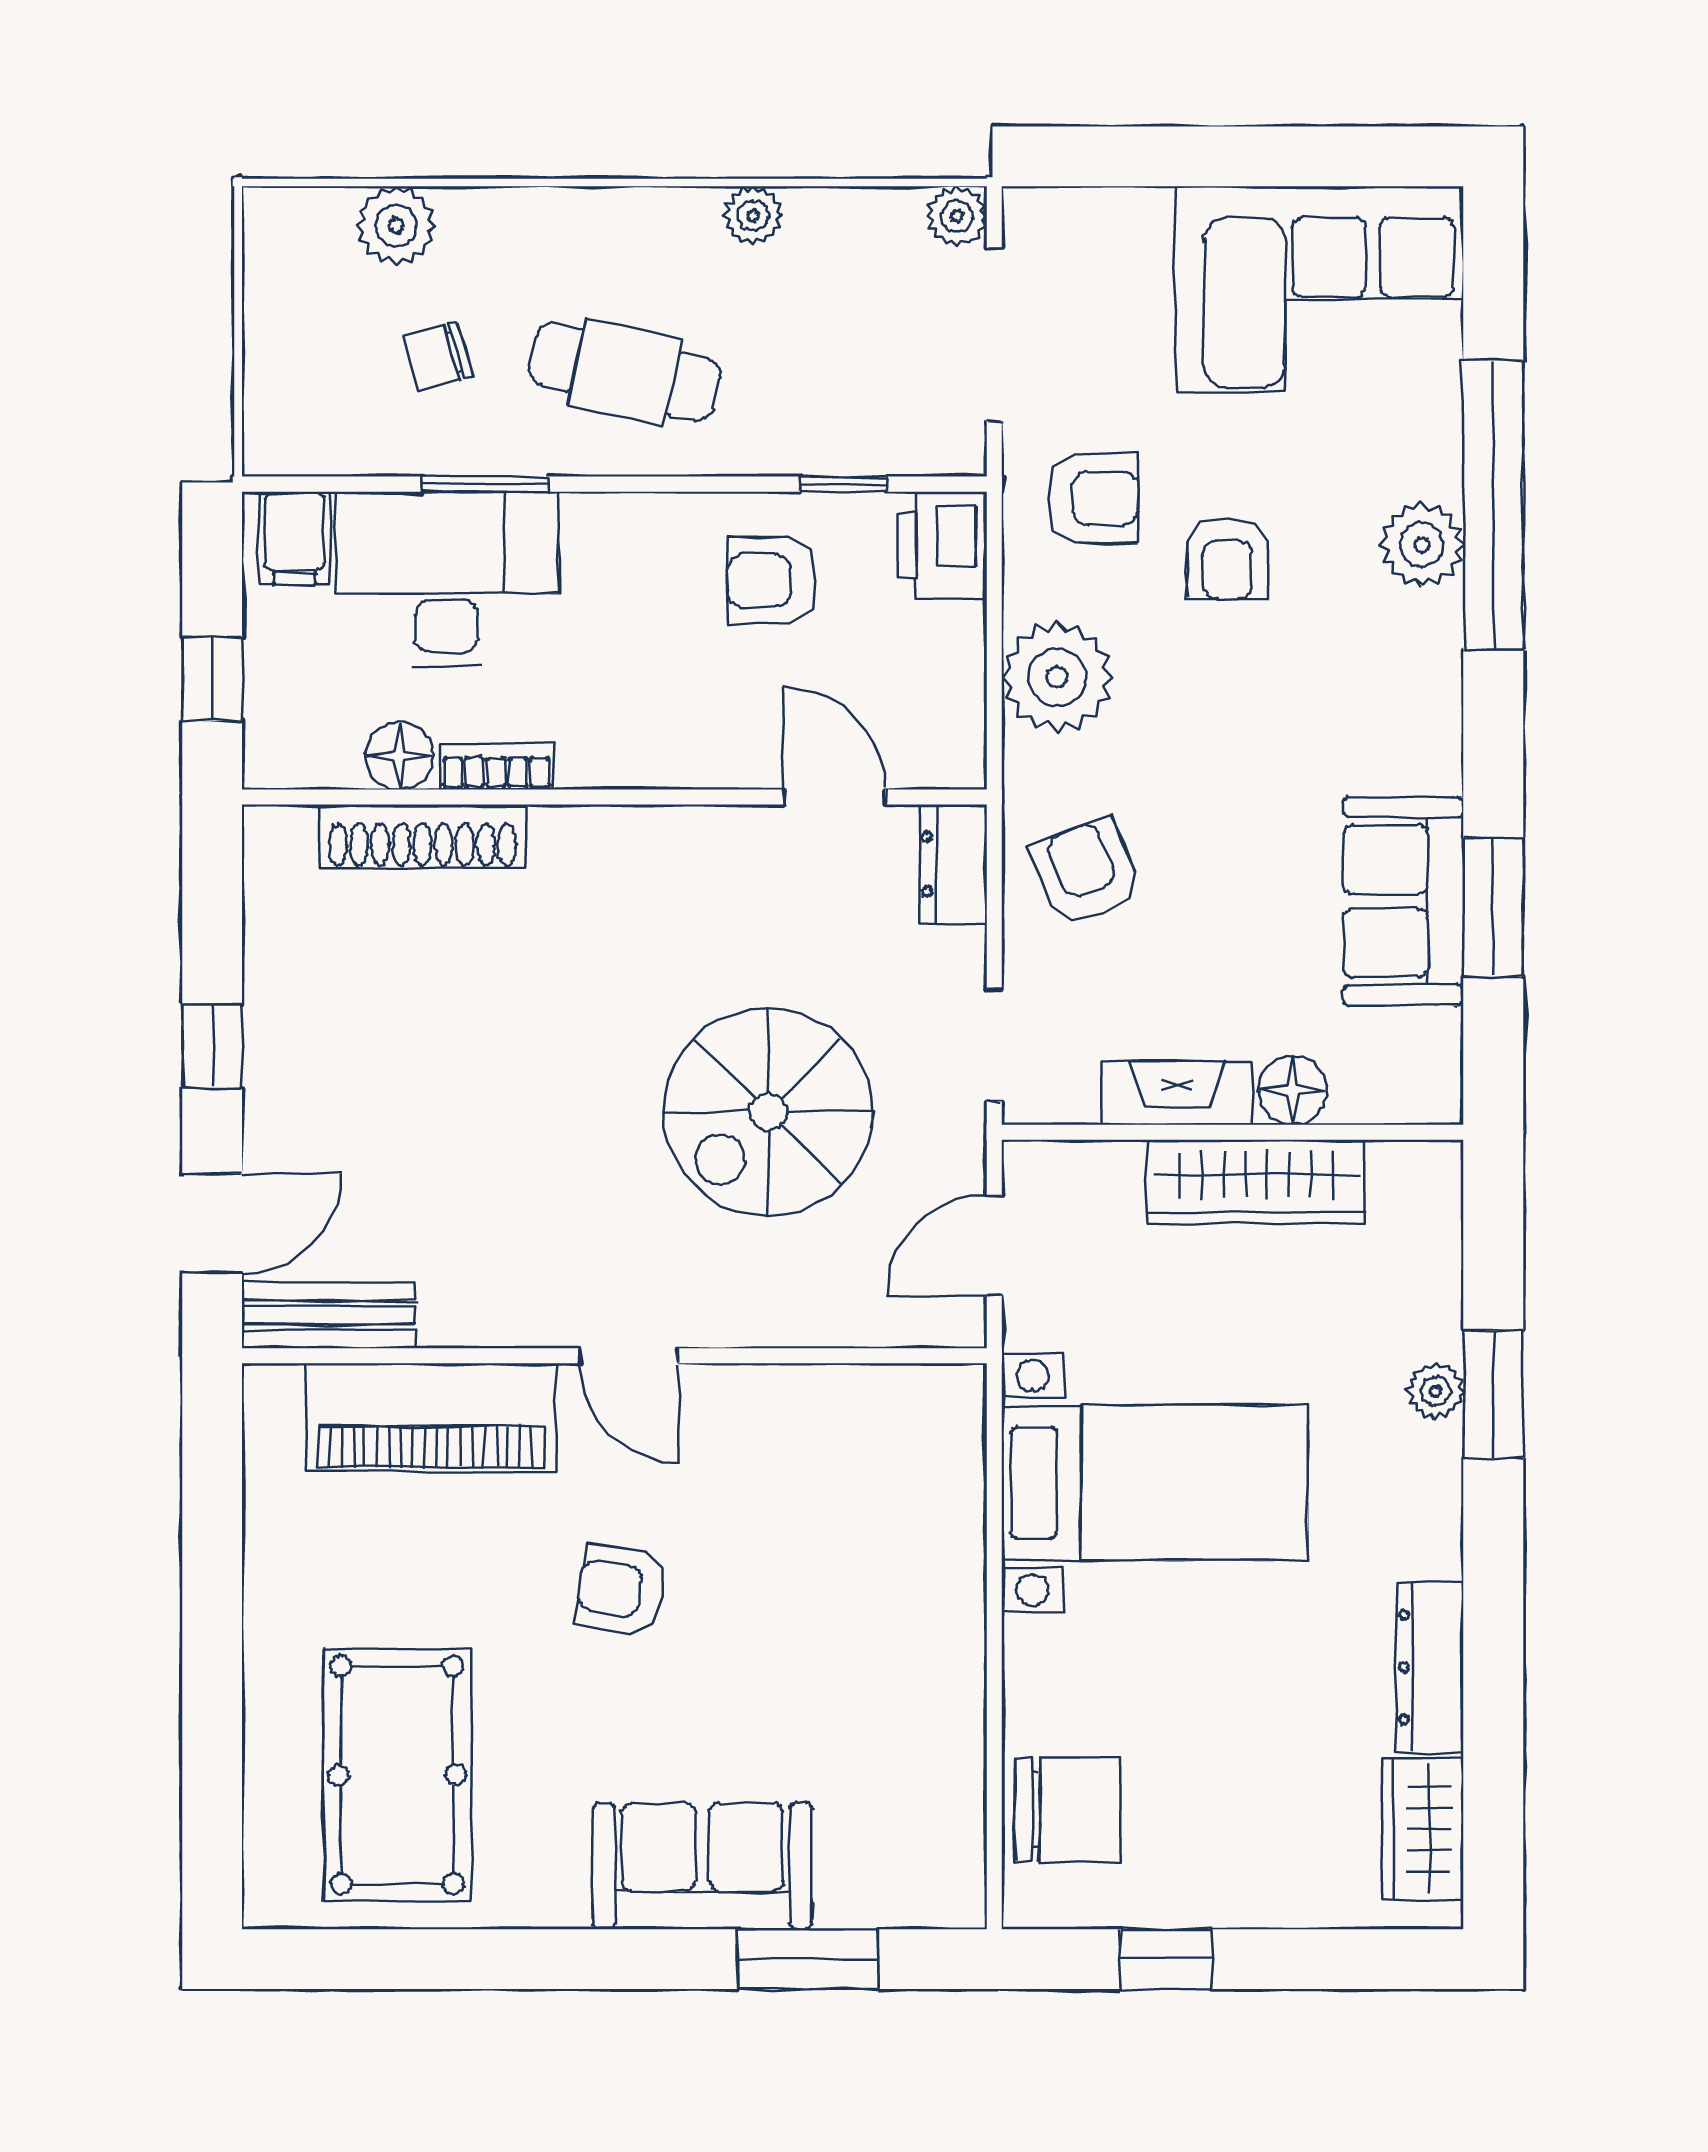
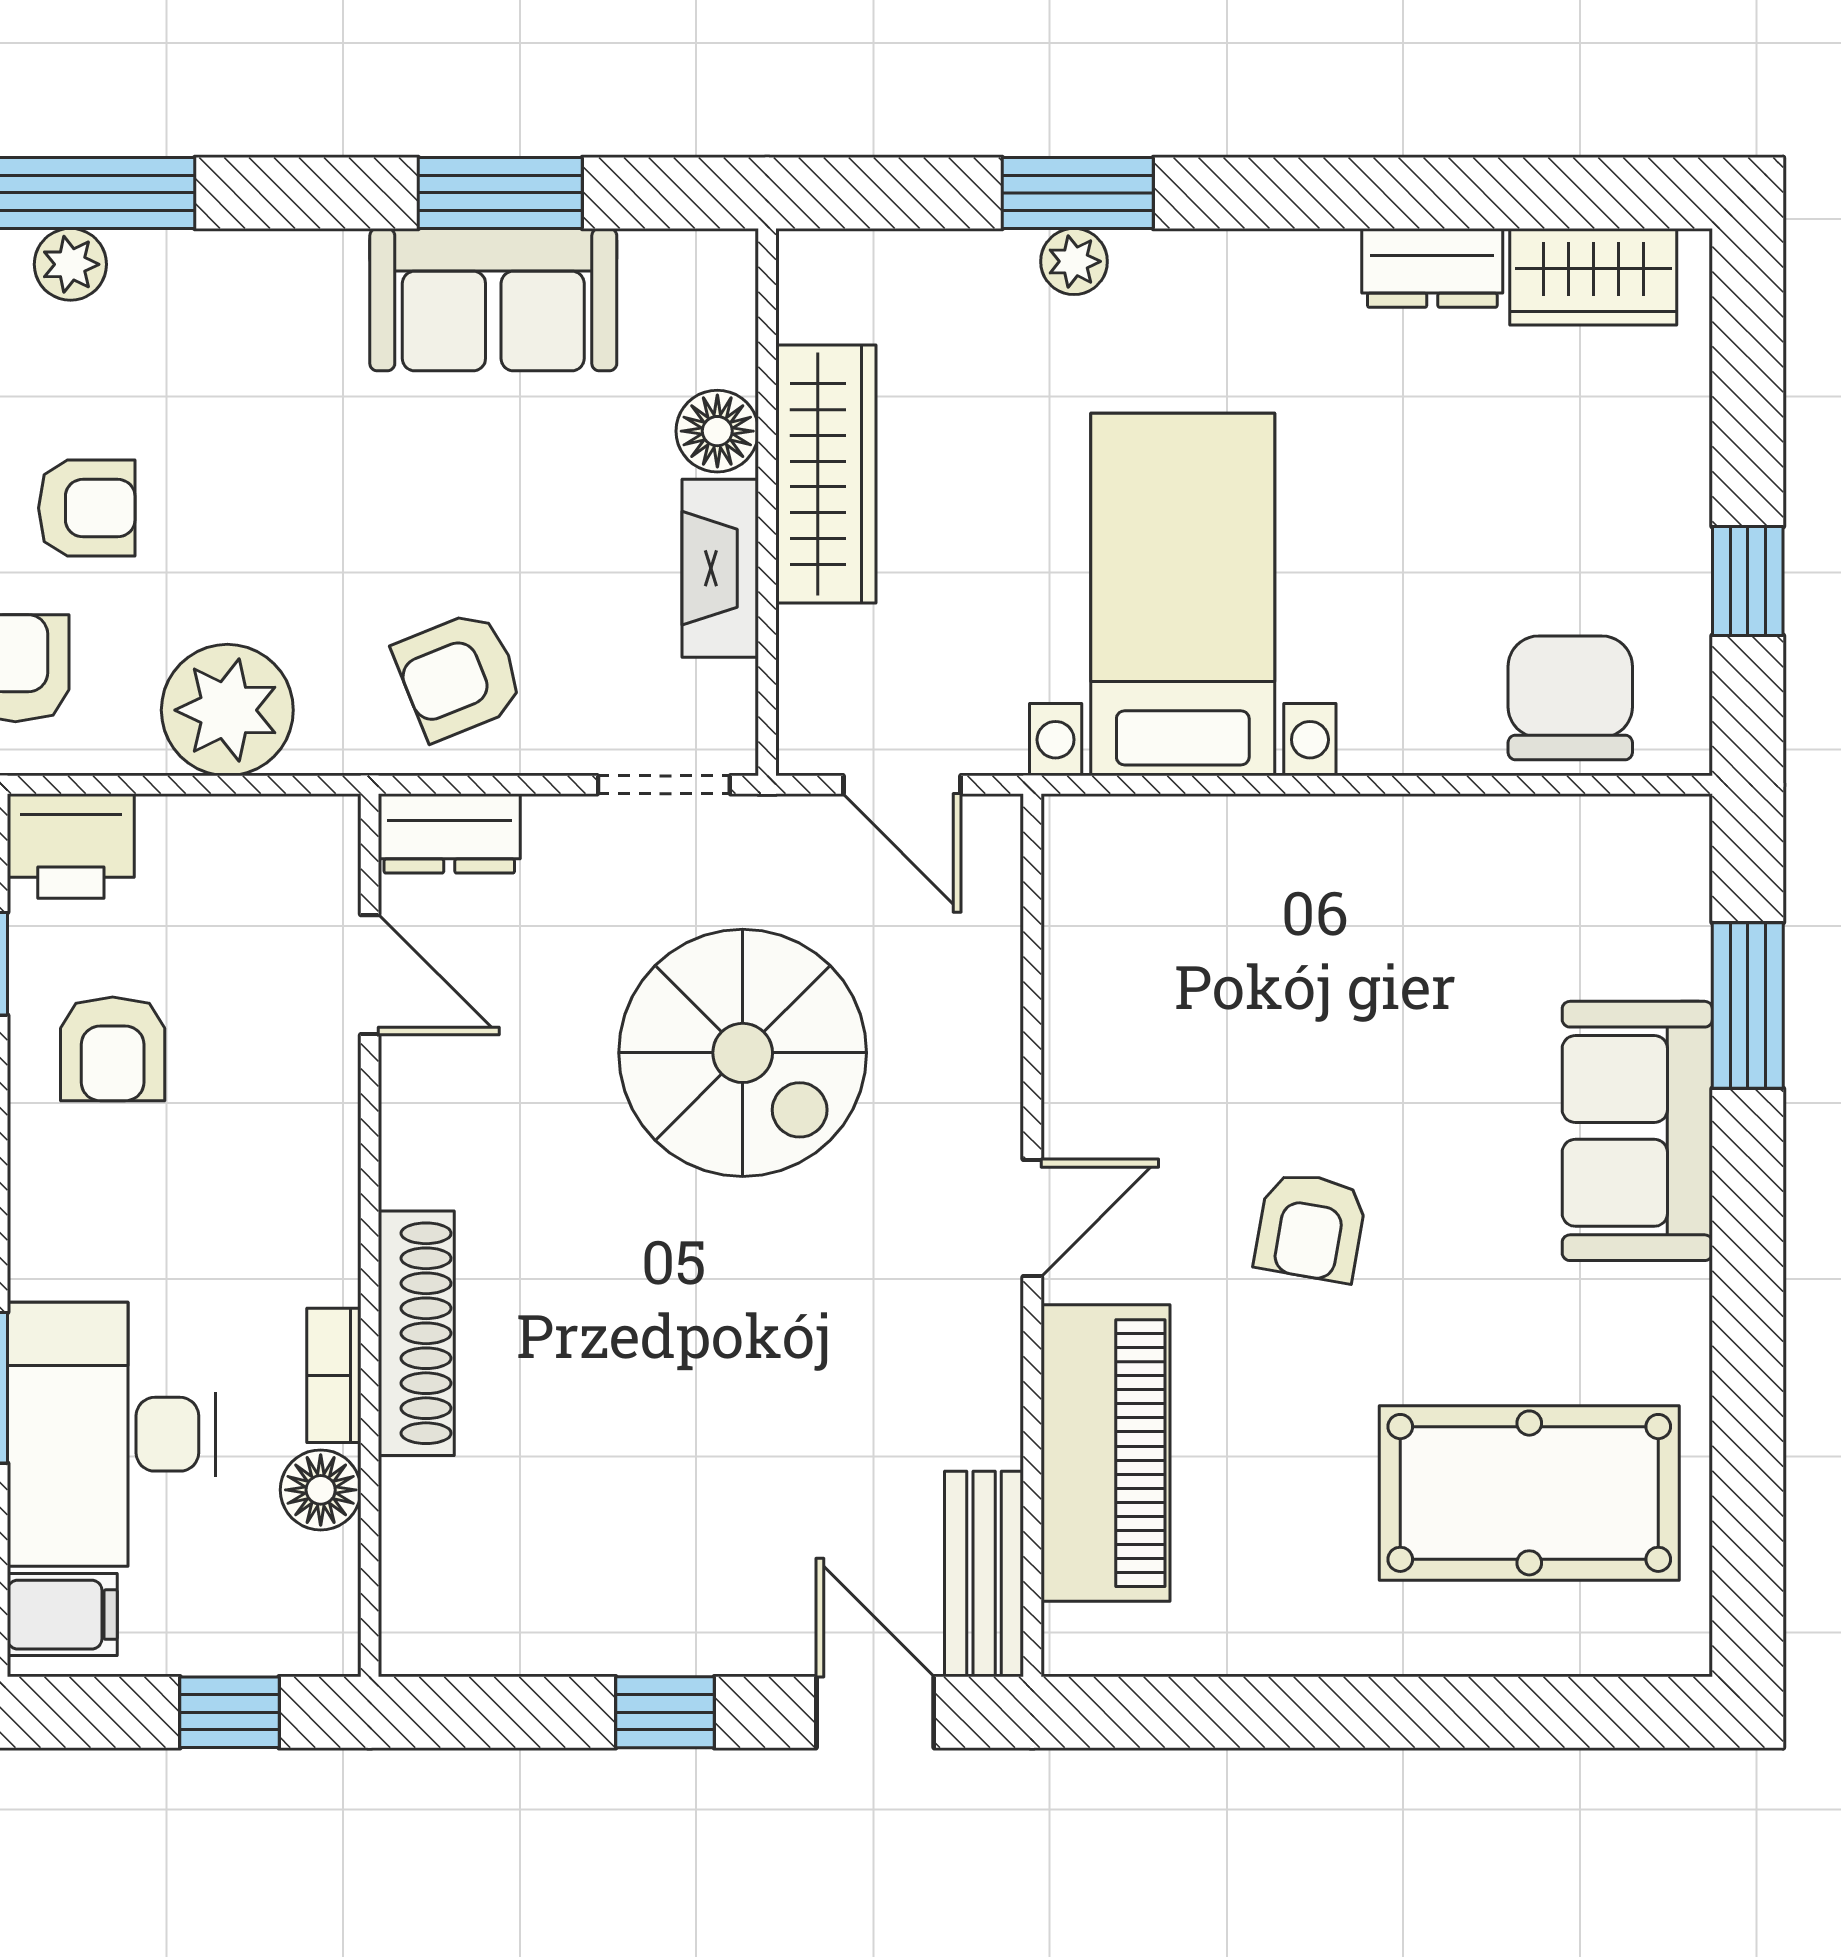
plant: (1422, 545) -> (70, 264), width x0.73, depth x0.73
door: (834, 797) -> (370, 975), swing flipped
shoe rack: (422, 836) -> (416, 1333), moved
dresser: (1430, 1667) -> (1432, 268), width x0.70

